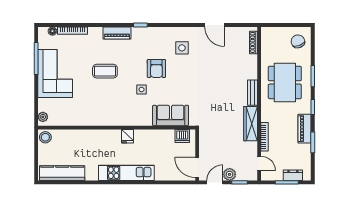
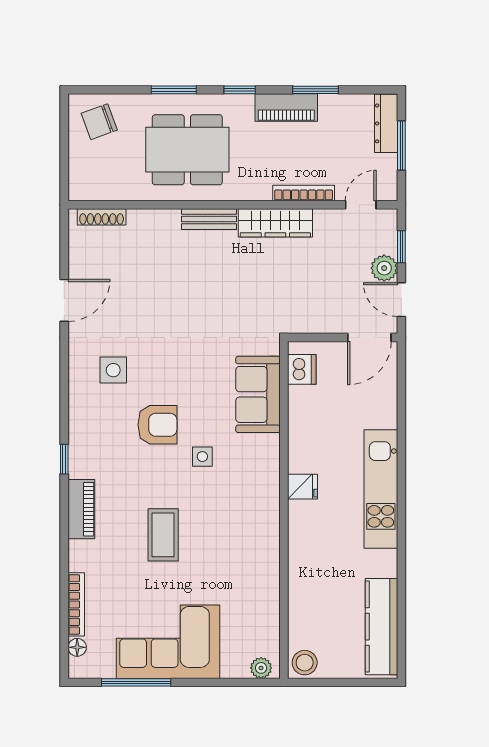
dresser: (293, 175) -> (386, 123), width x1.44

